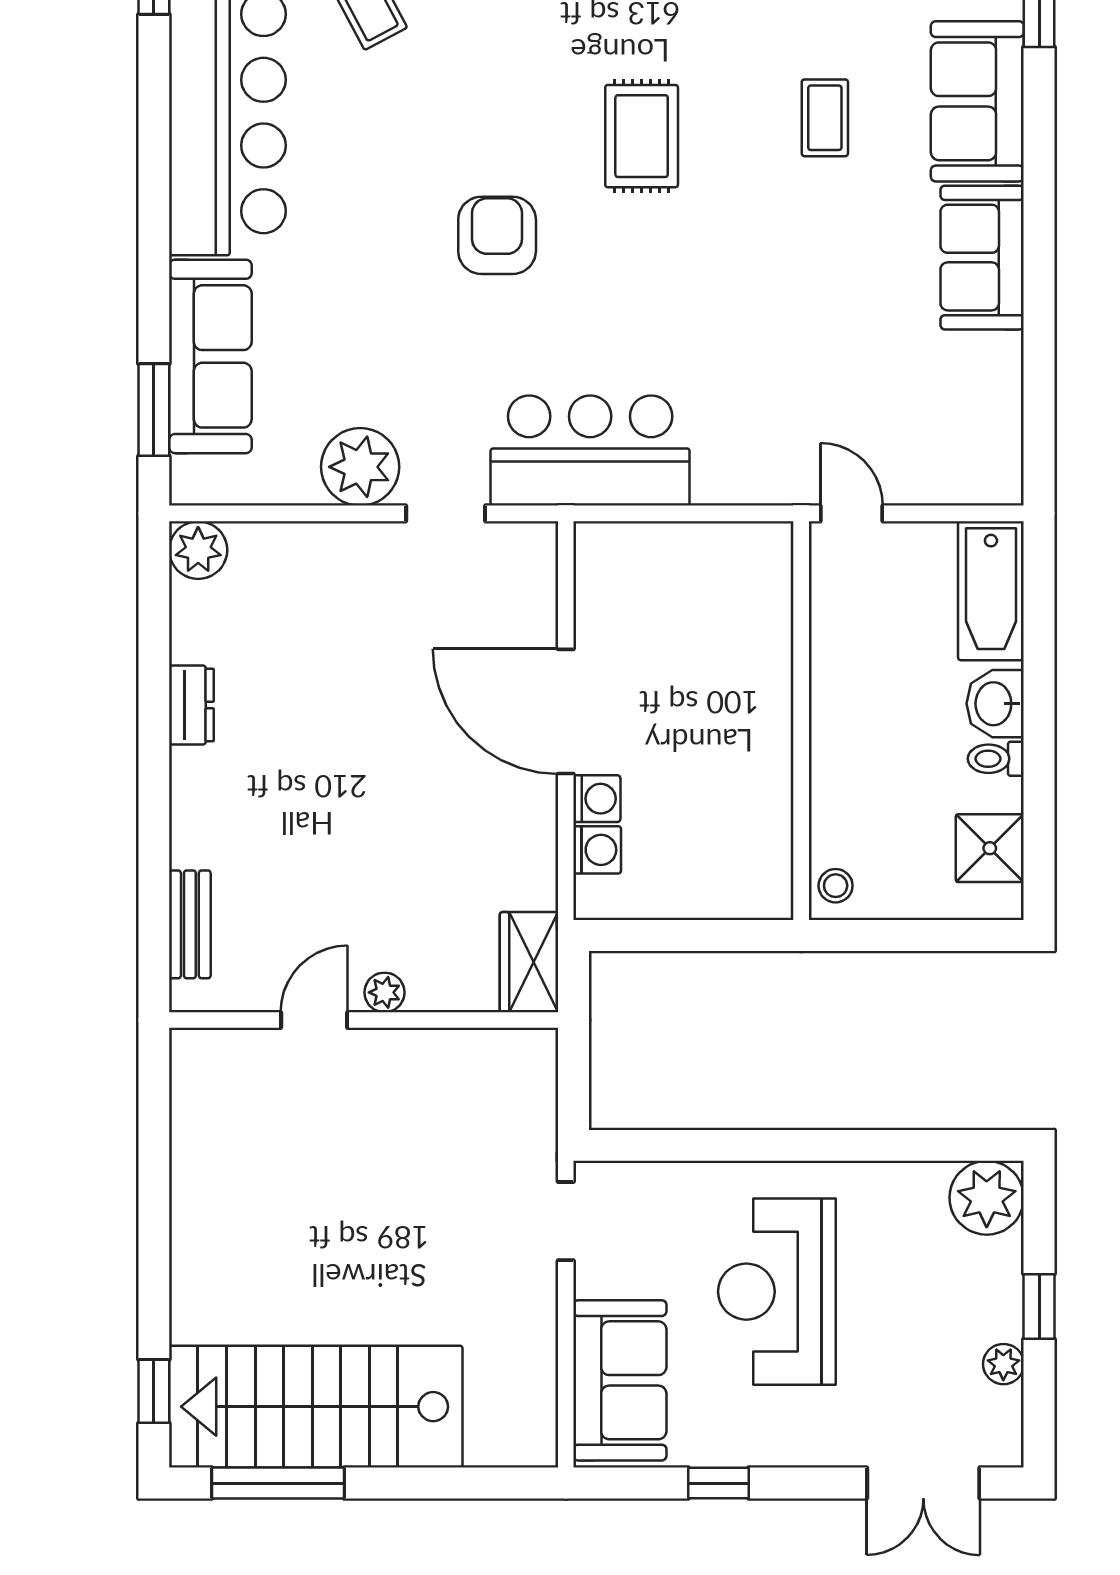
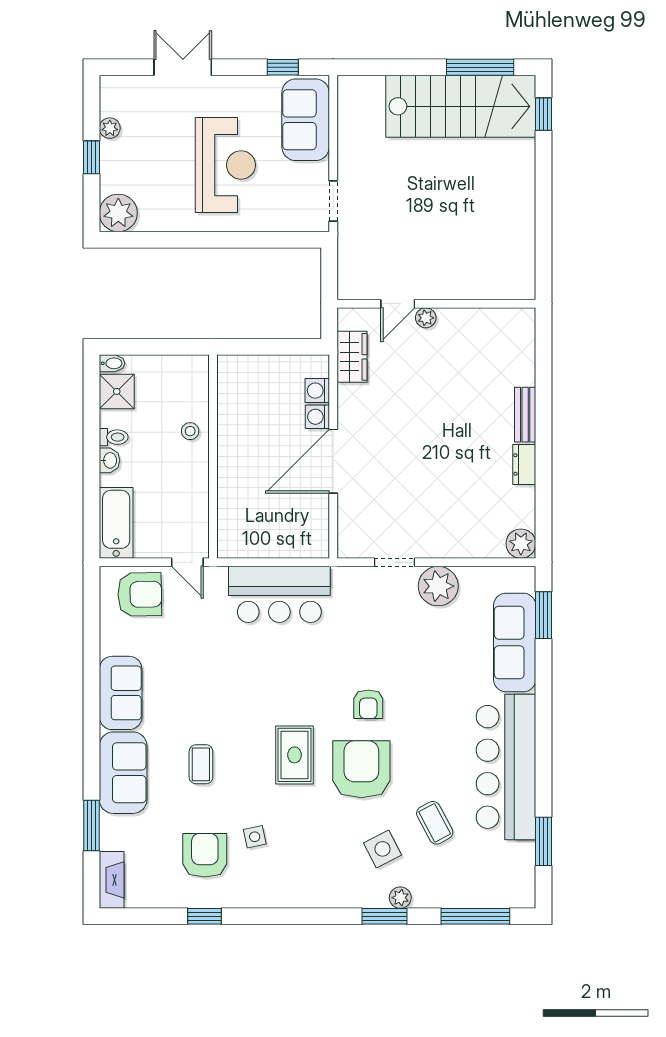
armchair: (511, 108) -> (361, 769), added
armchair: (497, 235) -> (368, 704), width x0.72, depth x0.72
bar counter: (590, 451) -> (279, 594), moved
armchair: (945, 451) -> (140, 594), added
washbasin: (995, 704) -> (109, 460), width x0.72, depth x0.69
door: (566, 712) -> (333, 461), swing flipped
stool: (836, 886) -> (190, 431), moved
bidet: (999, 903) -> (112, 363), added
bench: (190, 924) -> (525, 415), moved
wardrobe: (529, 962) -> (352, 357), moved
door: (314, 1020) -> (398, 304), moved
window: (719, 1483) -> (283, 67), moved
double door: (923, 1483) -> (183, 67), moved

